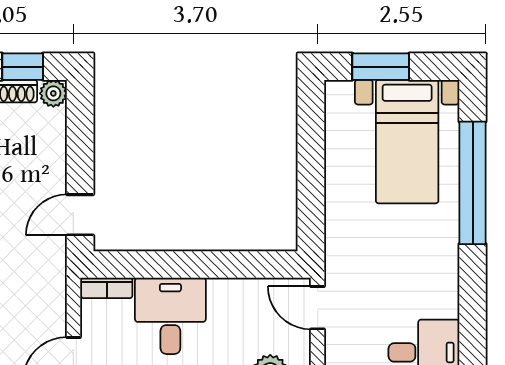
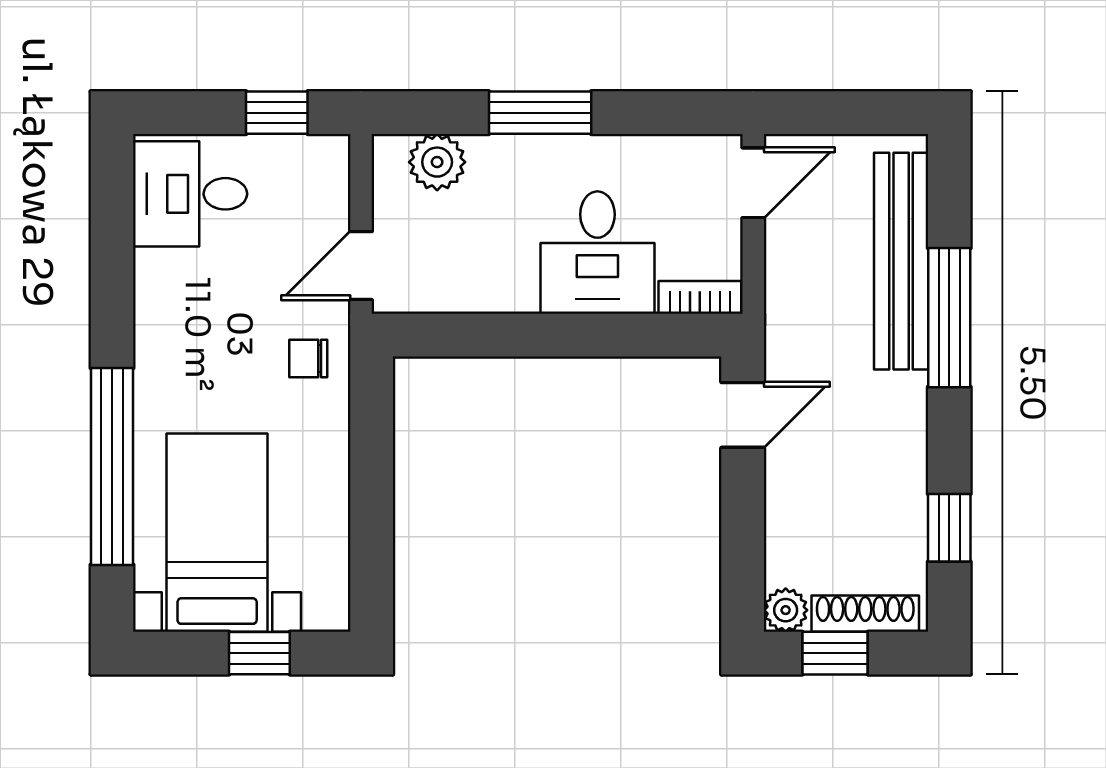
window: (381, 67) -> (259, 653), width x0.67
chair: (350, 250) -> (308, 358), added
door: (318, 308) -> (361, 266), swing flipped

